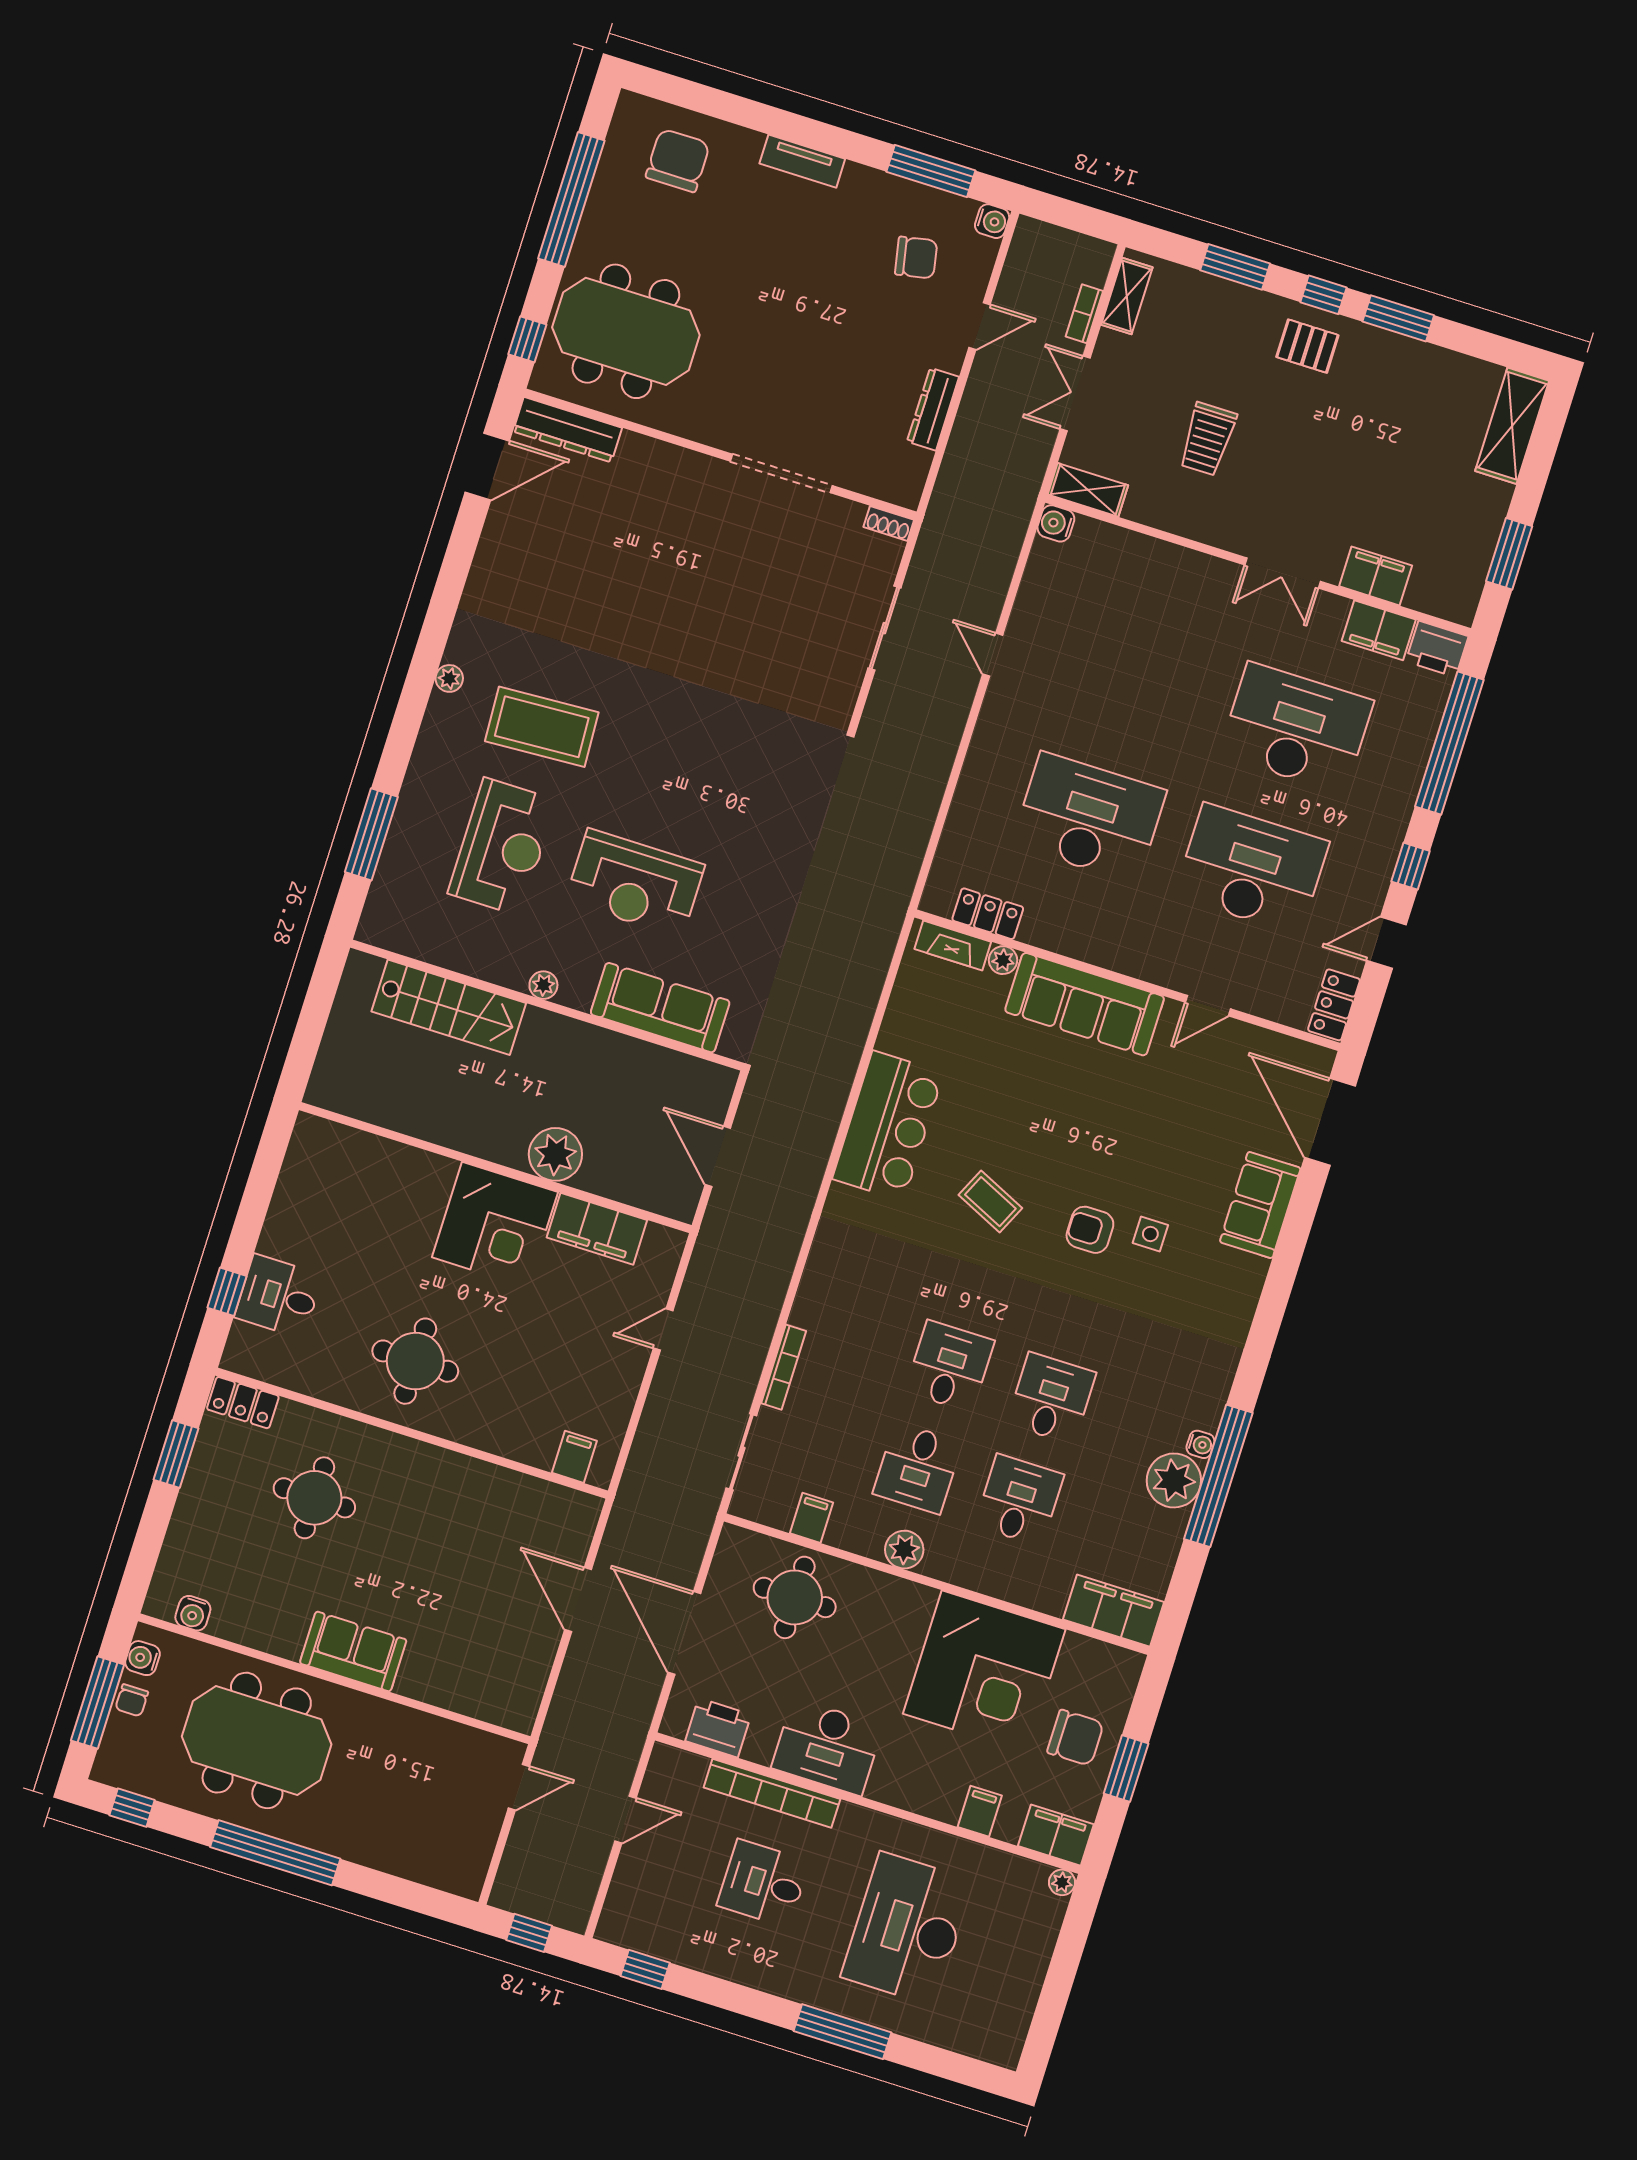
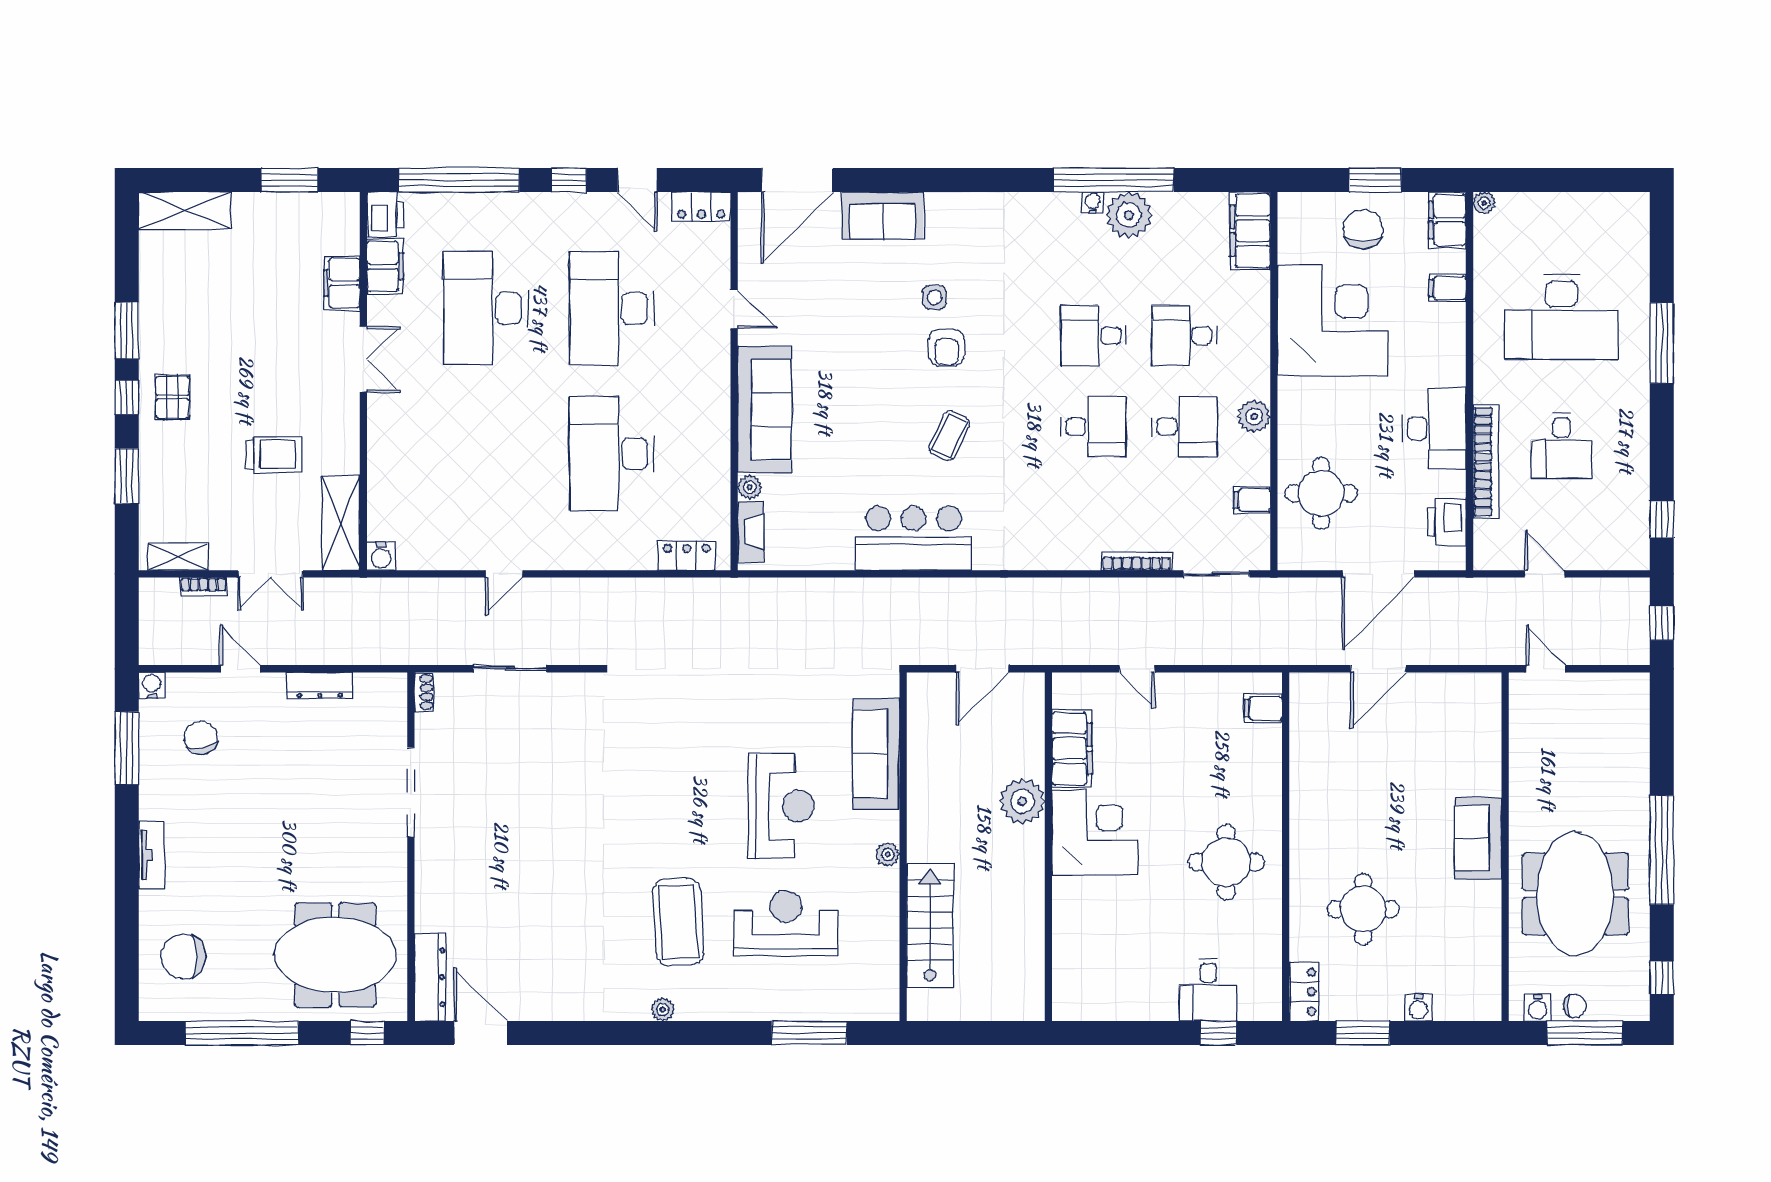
meeting table: (626, 331) -> (335, 955), turned 90
shelving: (1088, 490) -> (341, 523), width x1.50, depth x1.33
locker: (988, 914) -> (687, 556), moved, turned 90
desk: (950, 1366) -> (1093, 427), turned 180
water cooler: (193, 1613) -> (1418, 1008), moved, turned 90

